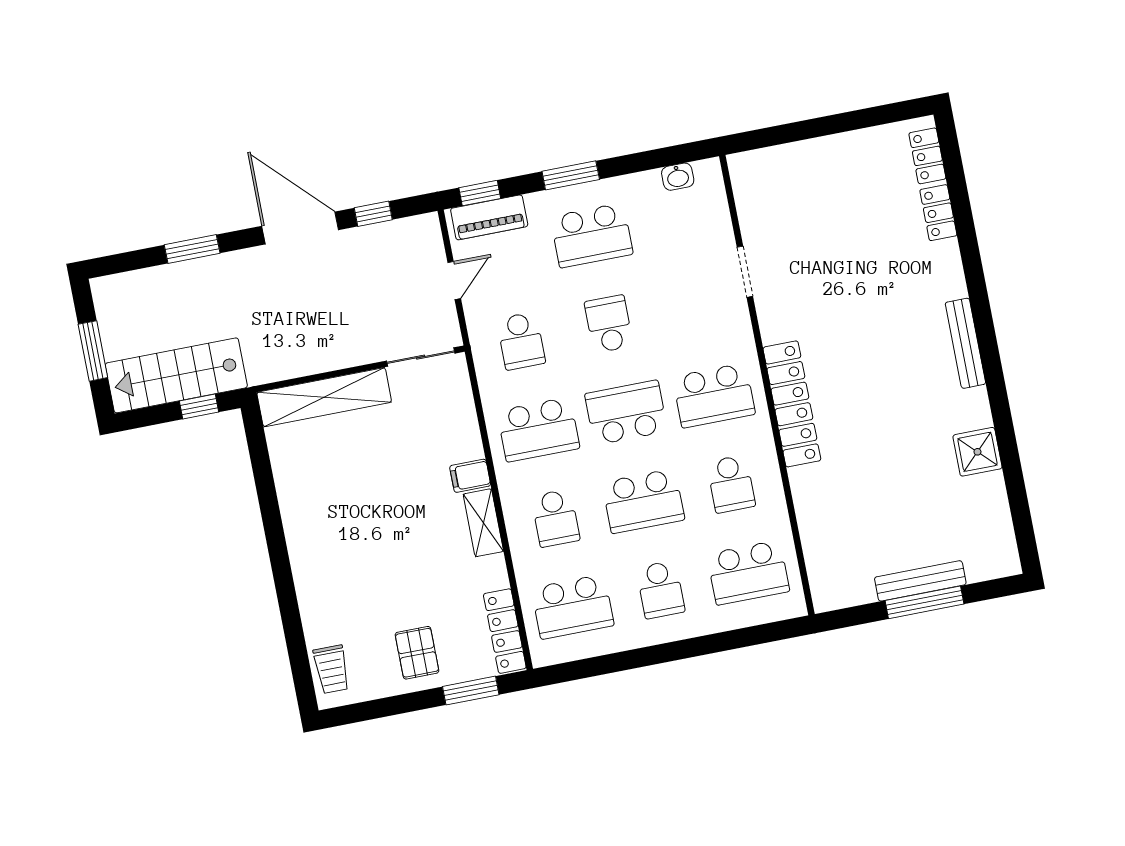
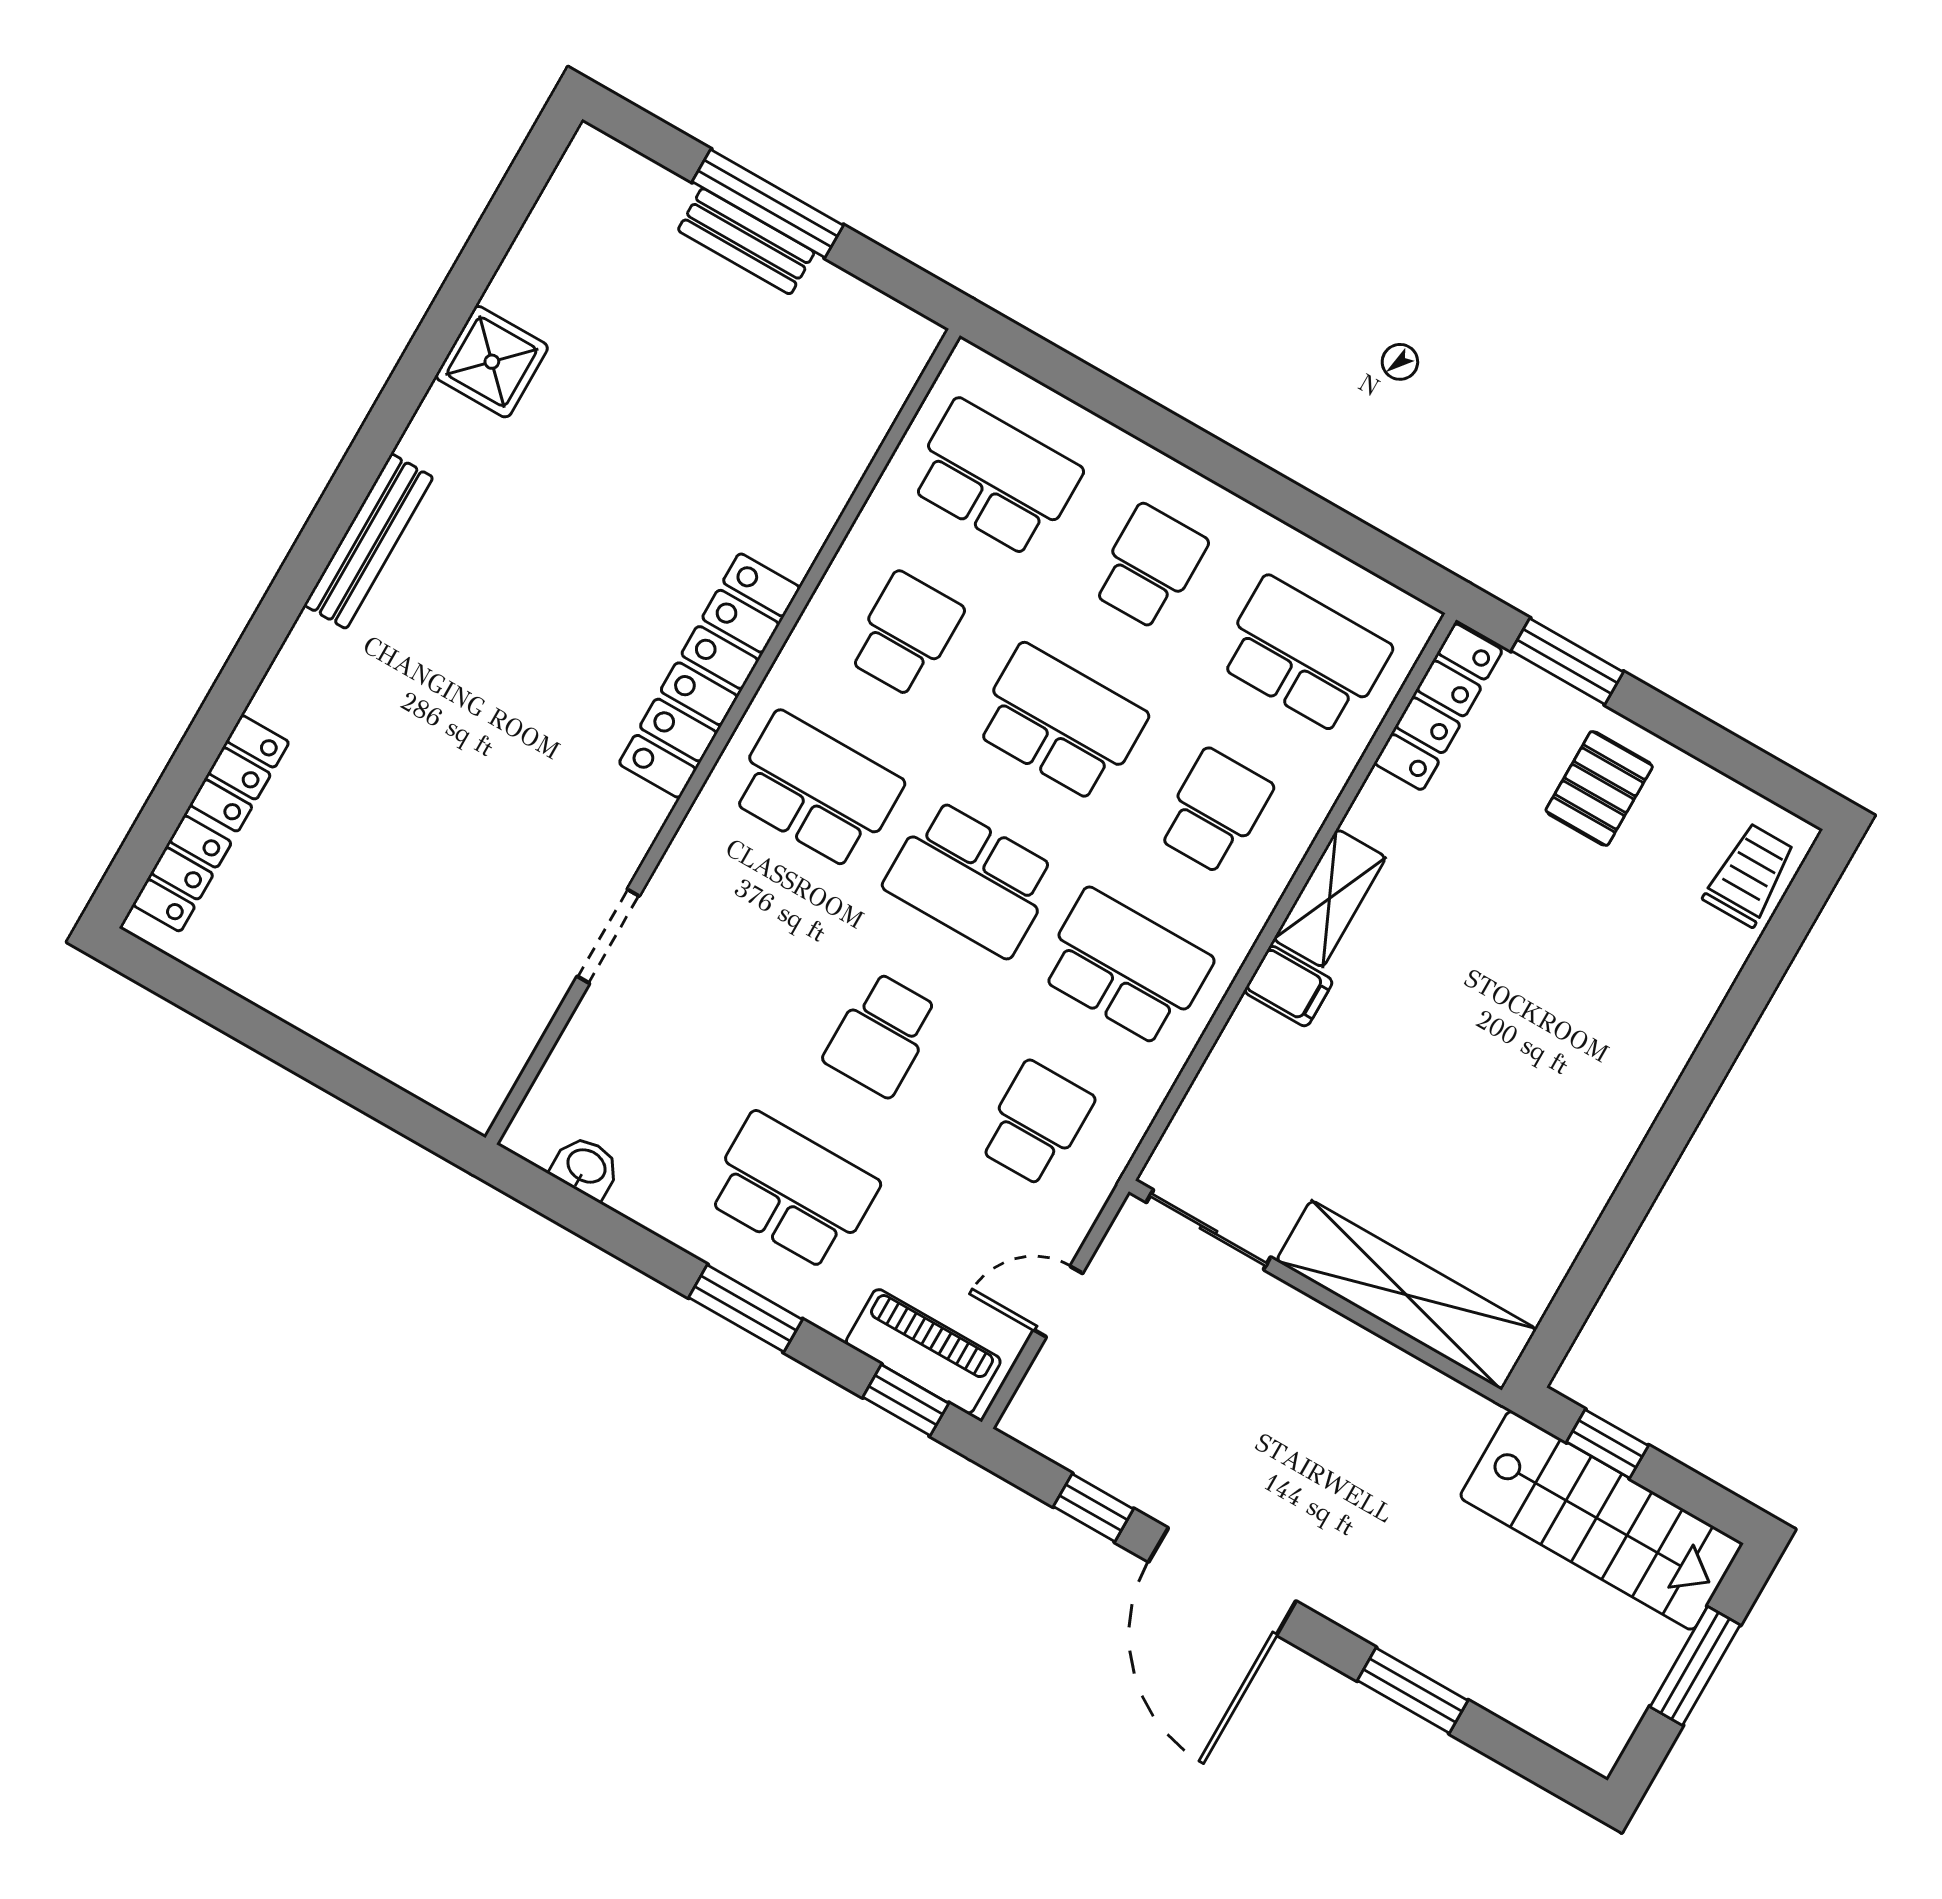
bench: (920, 581) -> (746, 241), width x0.73

